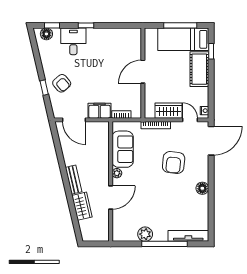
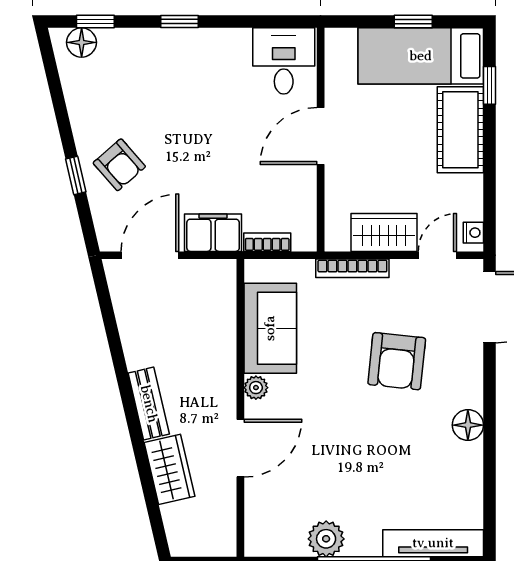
window: (180, 25) -> (413, 22), width x0.46
desk: (73, 41) -> (284, 61), moved
door: (74, 120) -> (150, 255), swing flipped
door: (190, 120) -> (437, 255), hinge flipped

